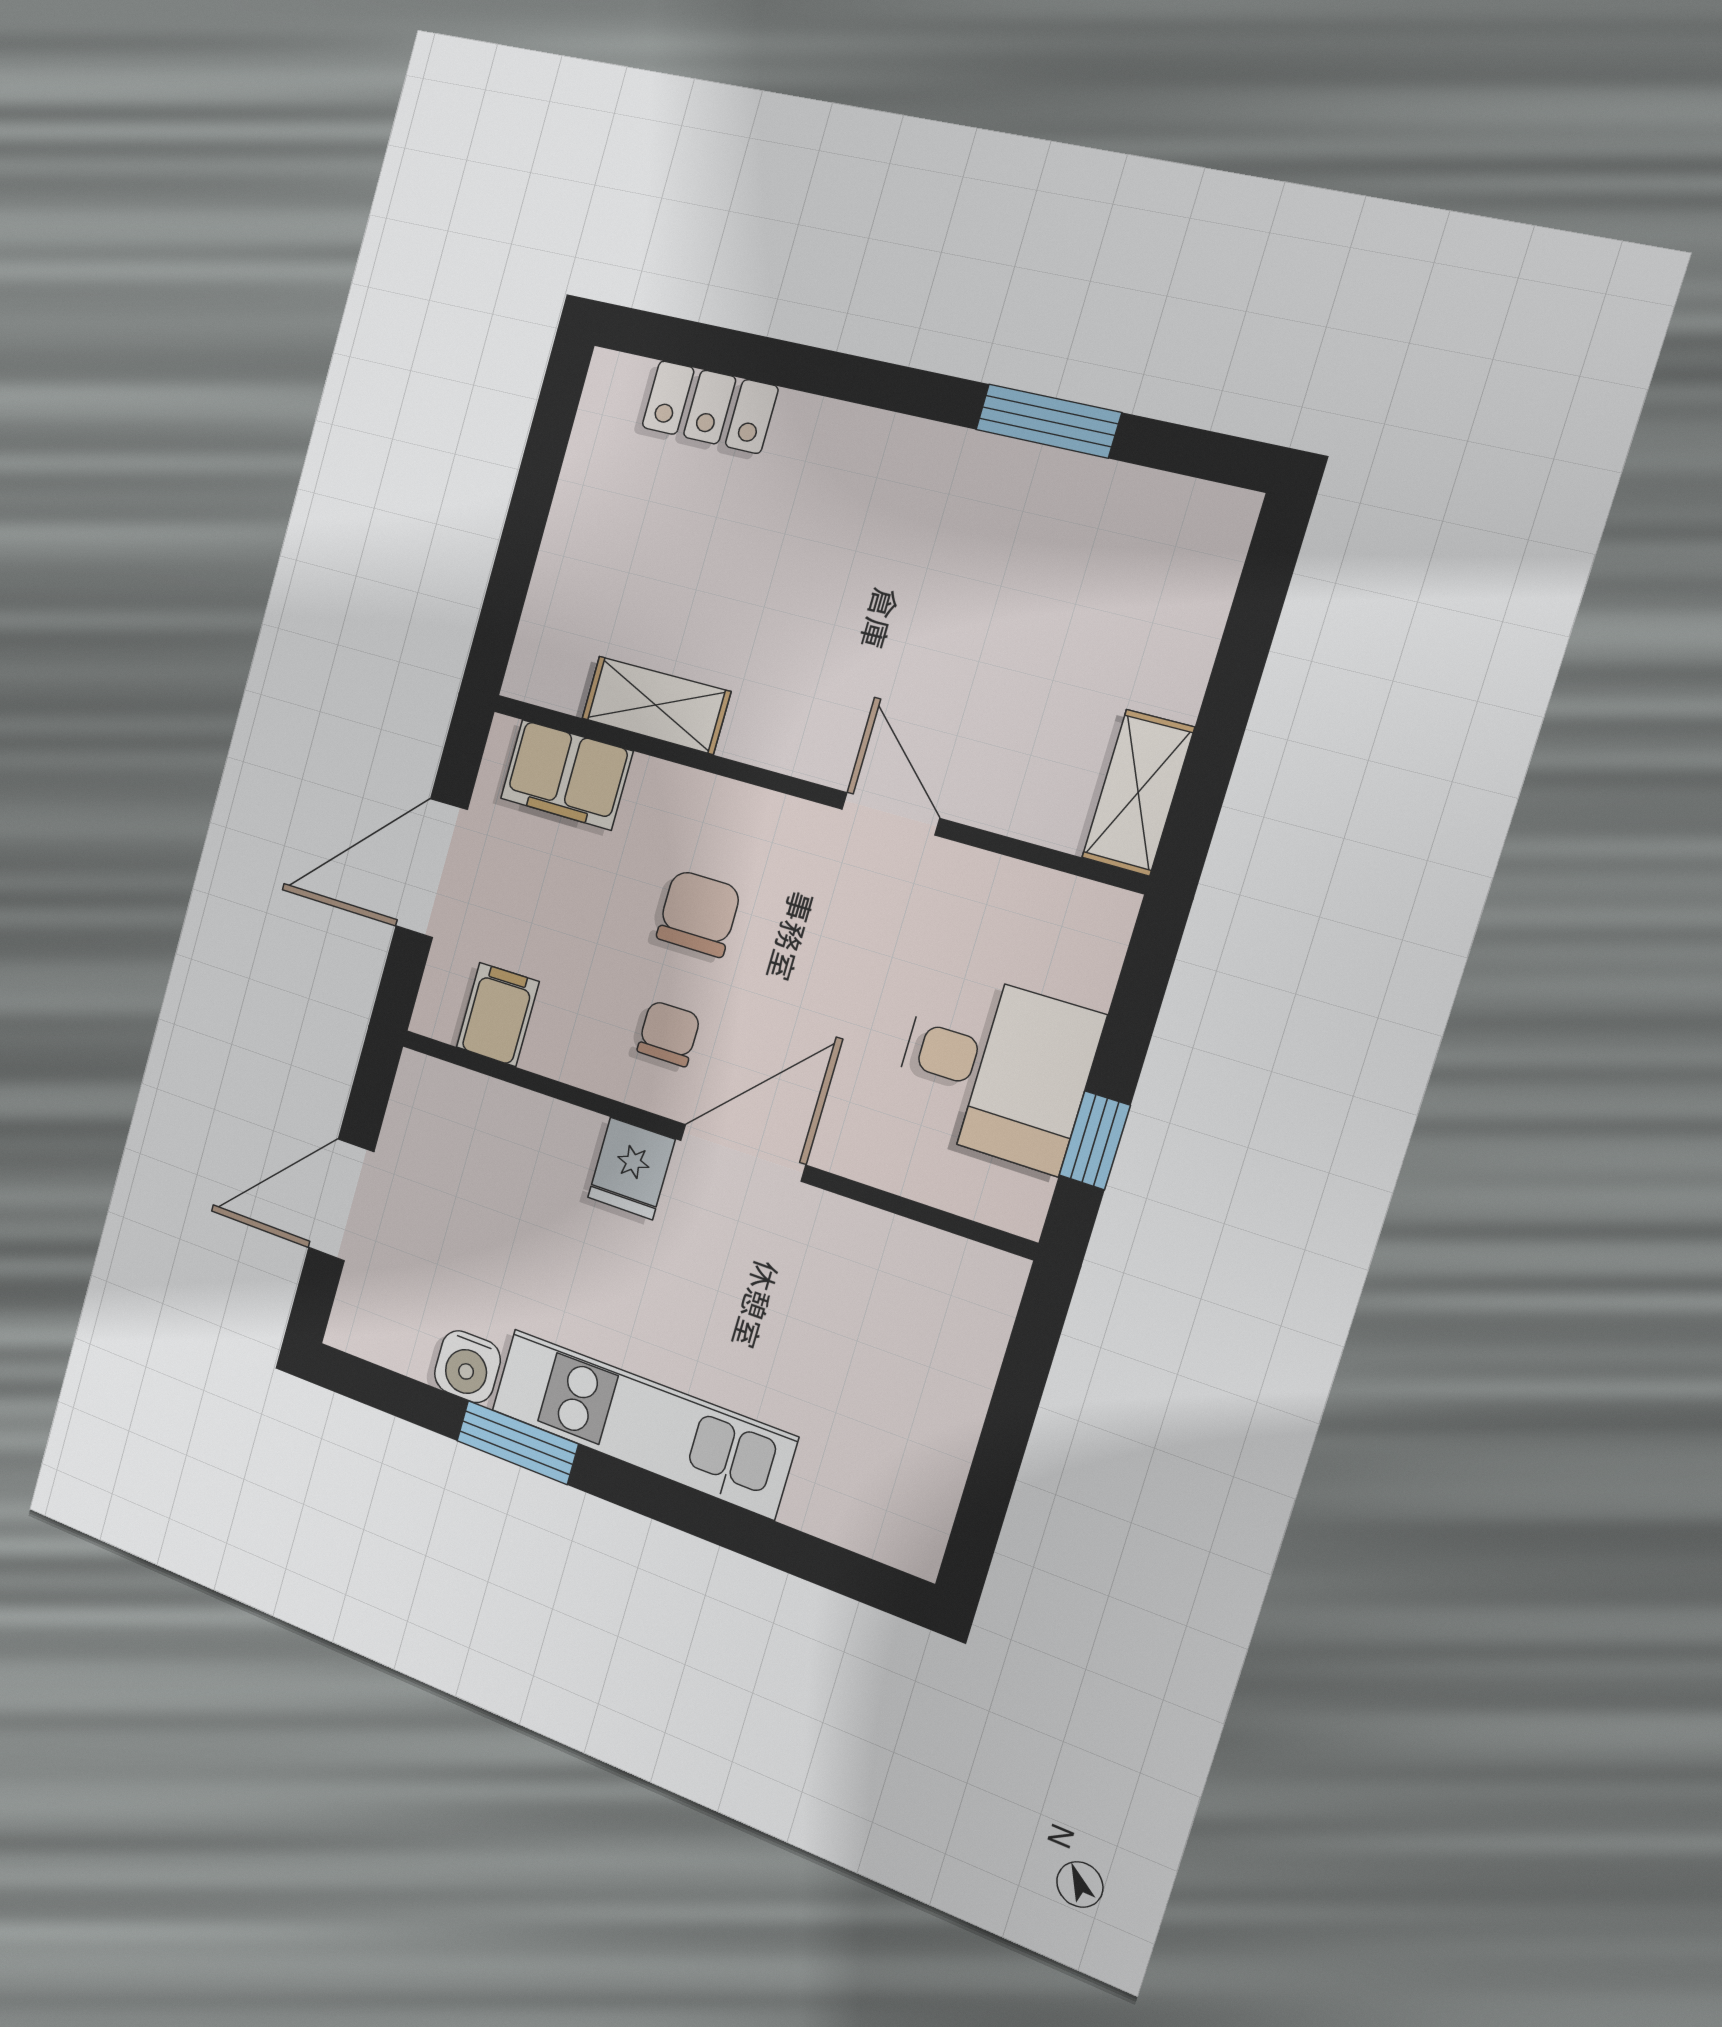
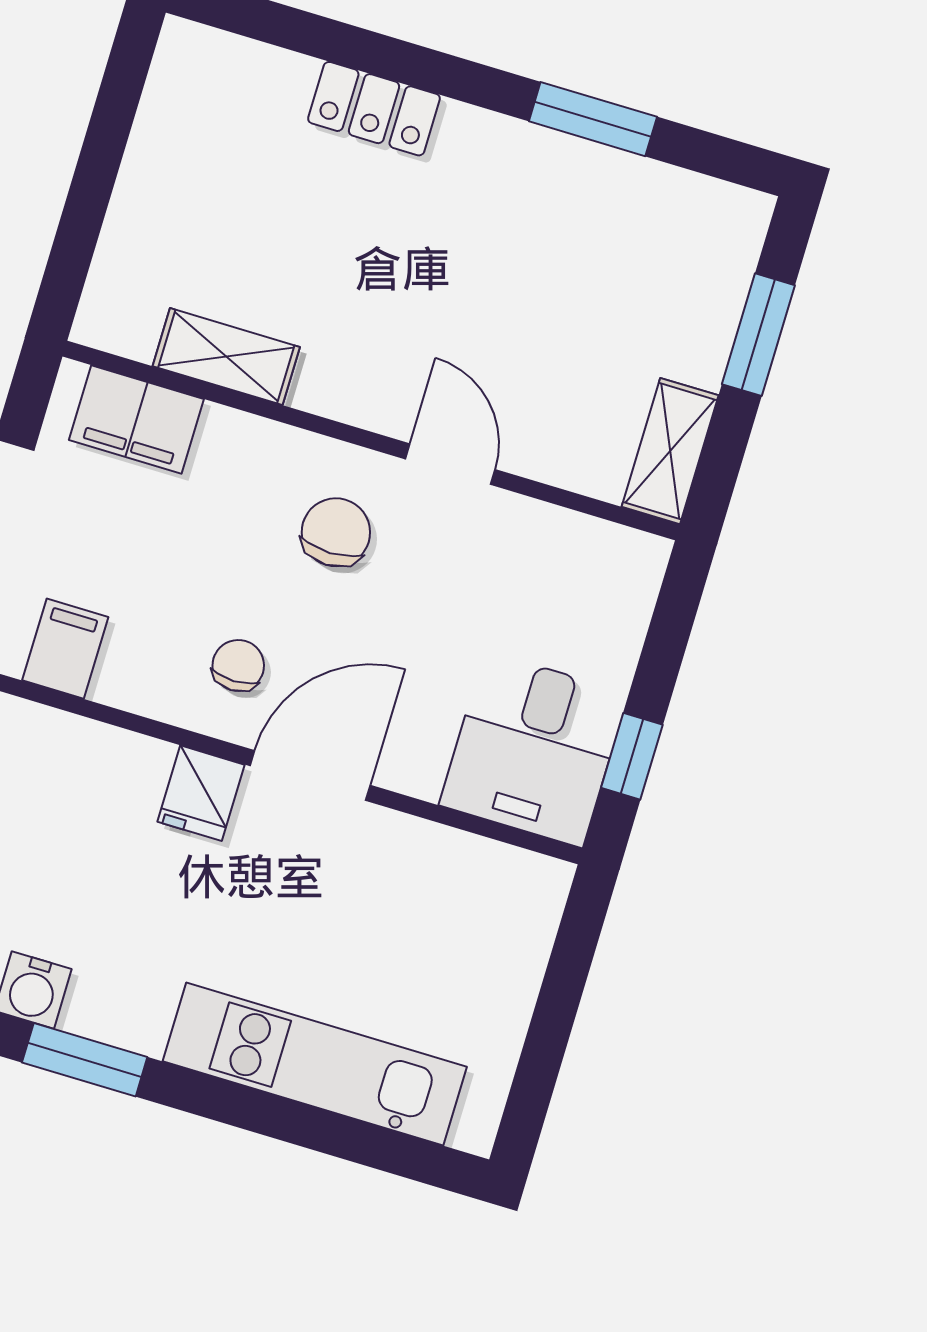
locker: (710, 407) -> (374, 109), moved
window: (1242, 655) -> (758, 335), added
chair: (699, 913) -> (336, 532), moved
desk: (995, 1069) -> (534, 749), moved, turned 90
kitchen unit: (642, 1423) -> (315, 1064), moved

